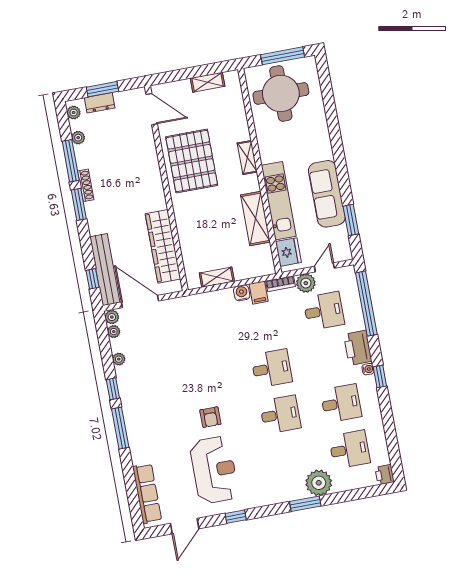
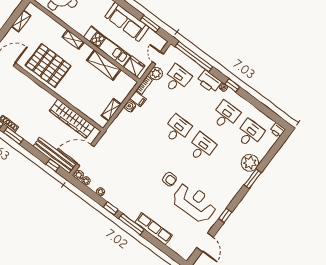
row of seats: (147, 494) -> (154, 229), moved

